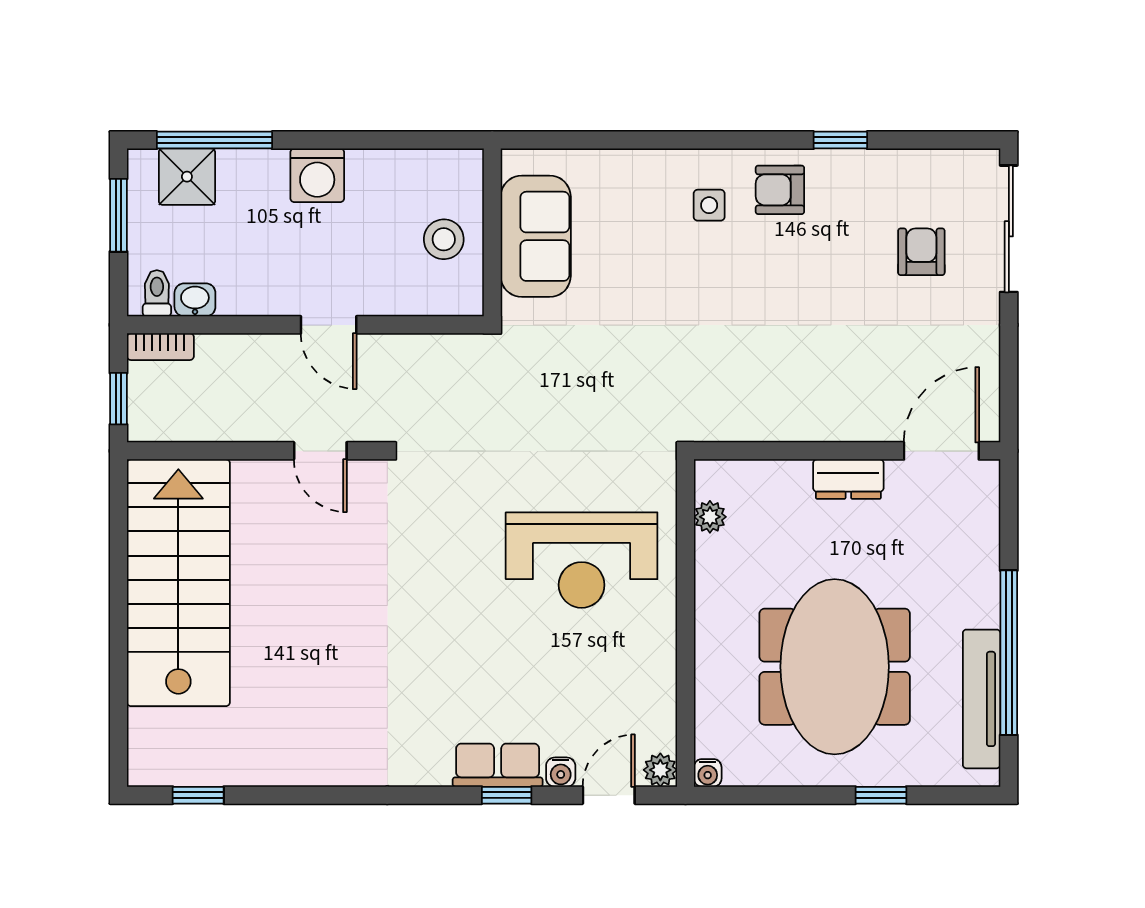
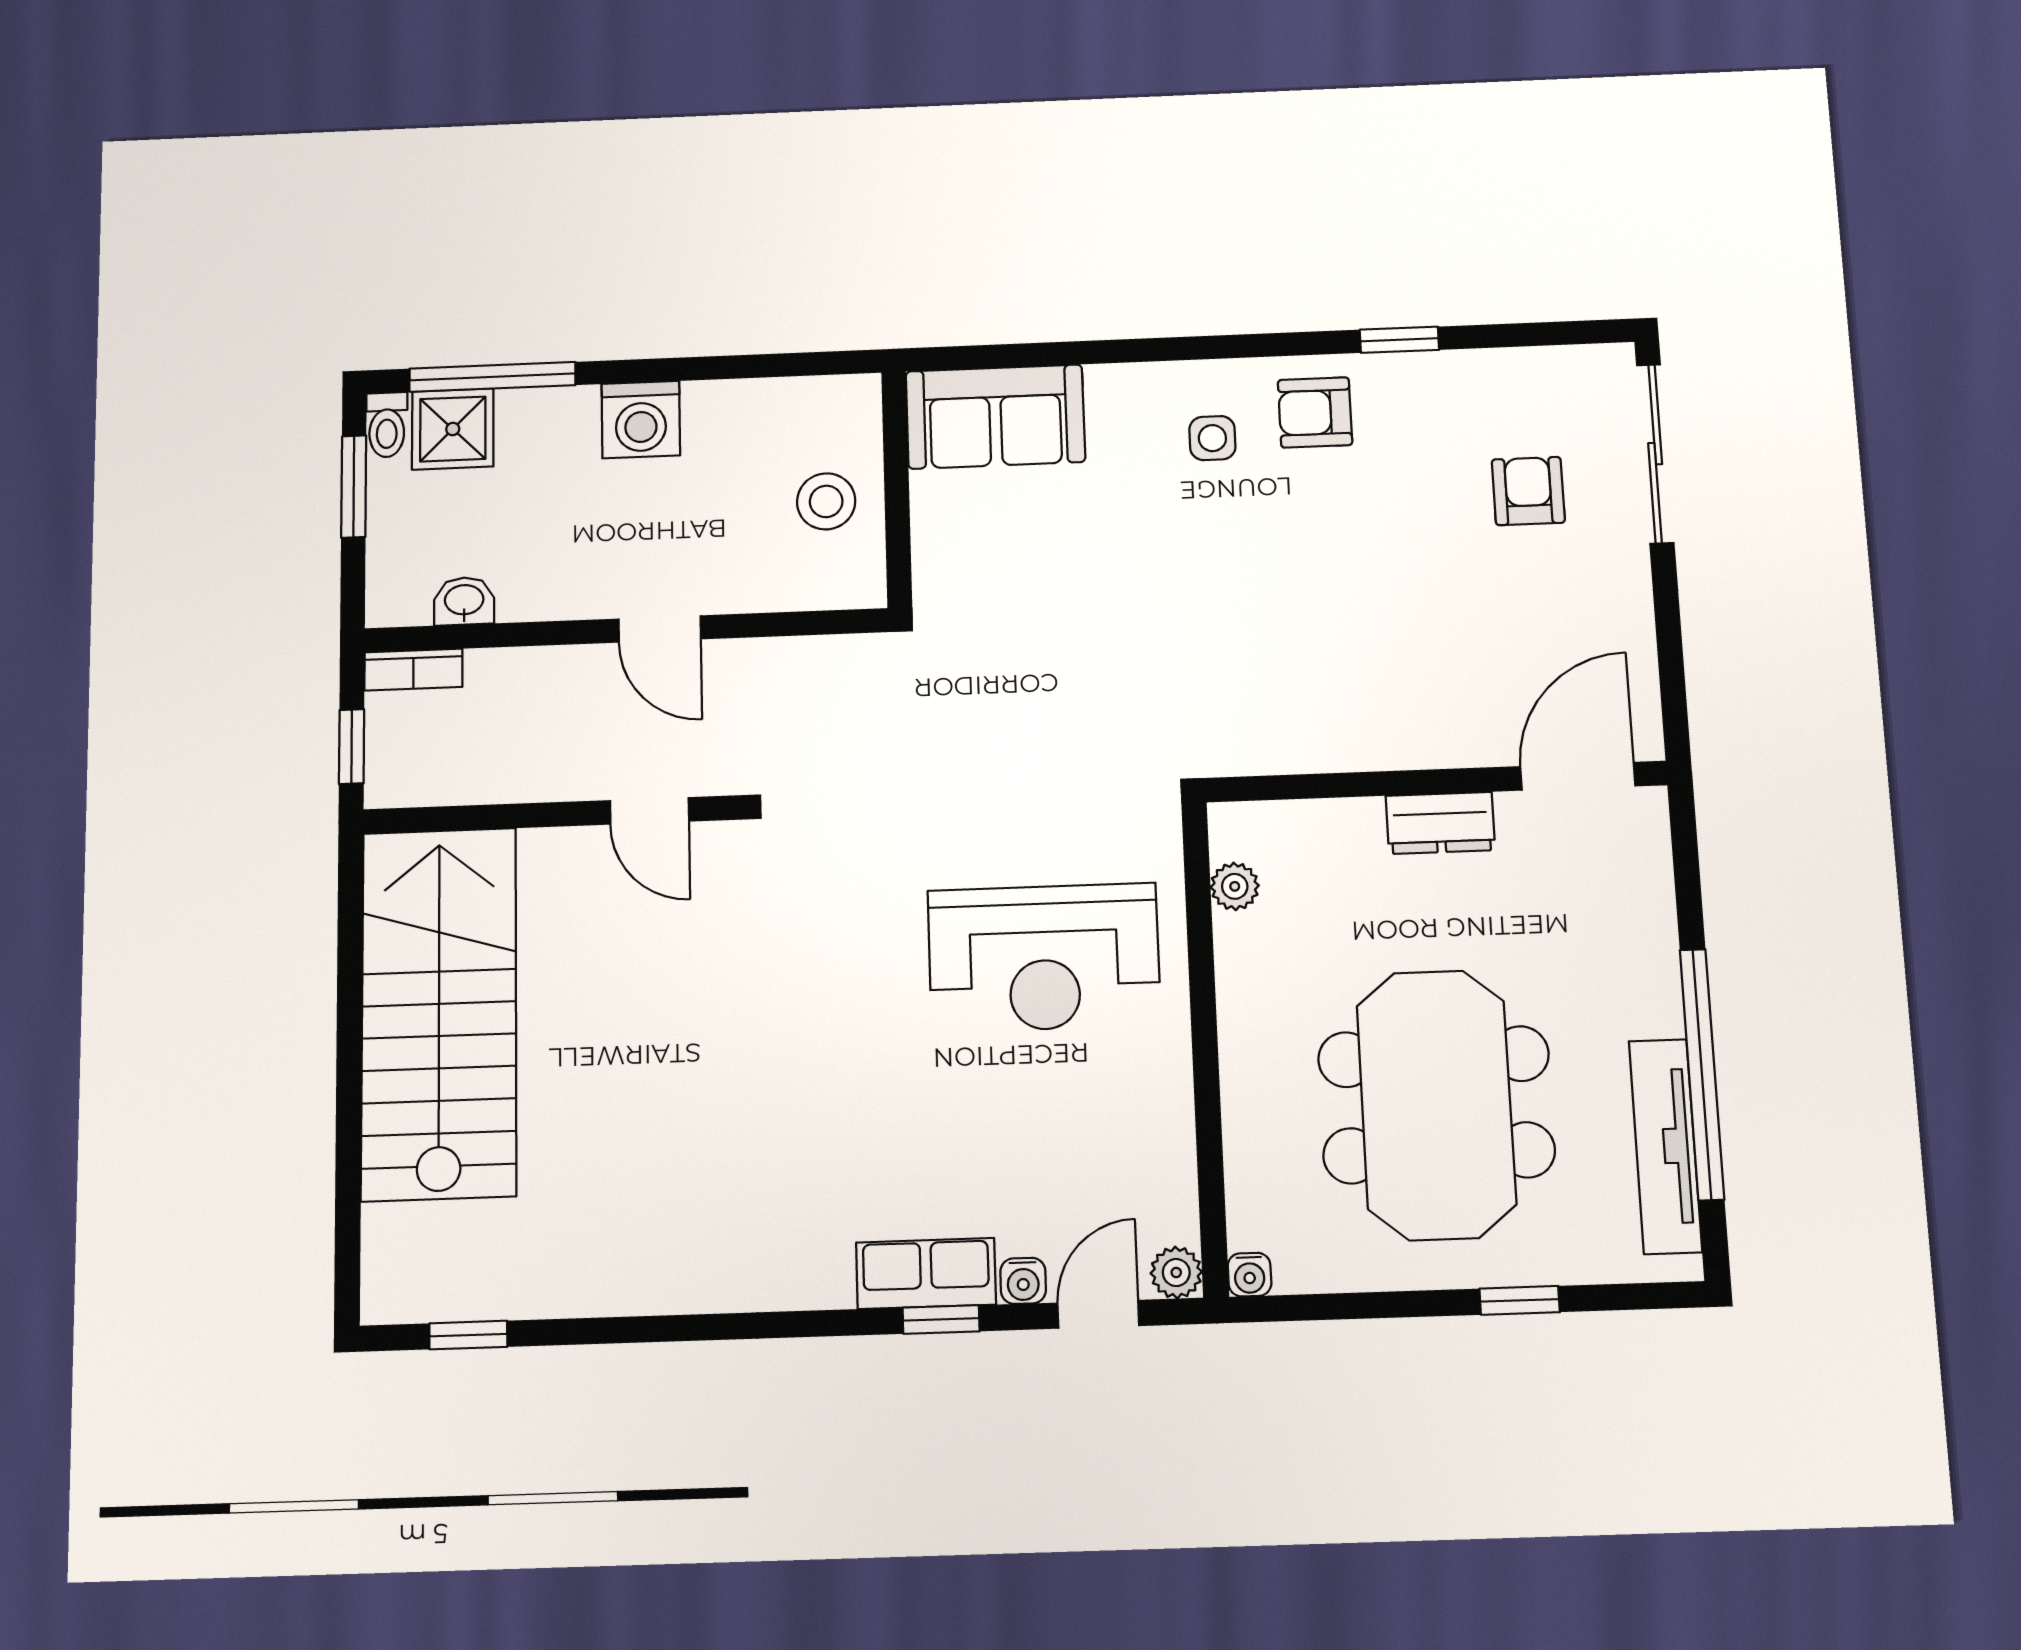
sofa: (536, 236) -> (995, 417), moved, turned 90
toilet: (157, 293) -> (387, 425), moved, turned 180

